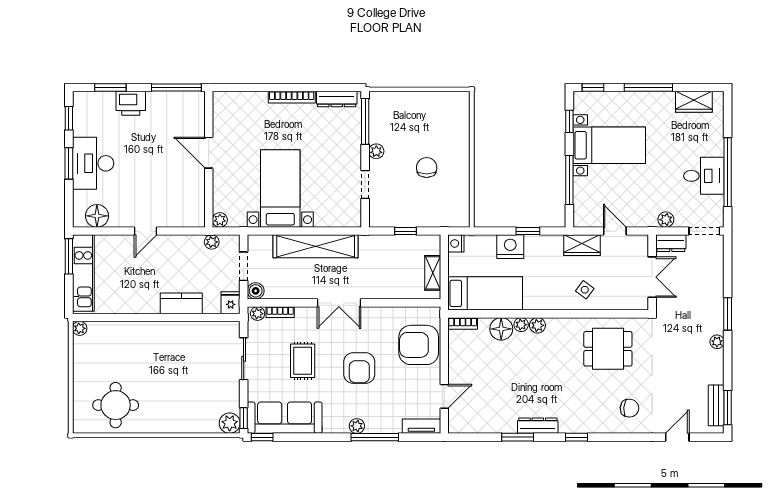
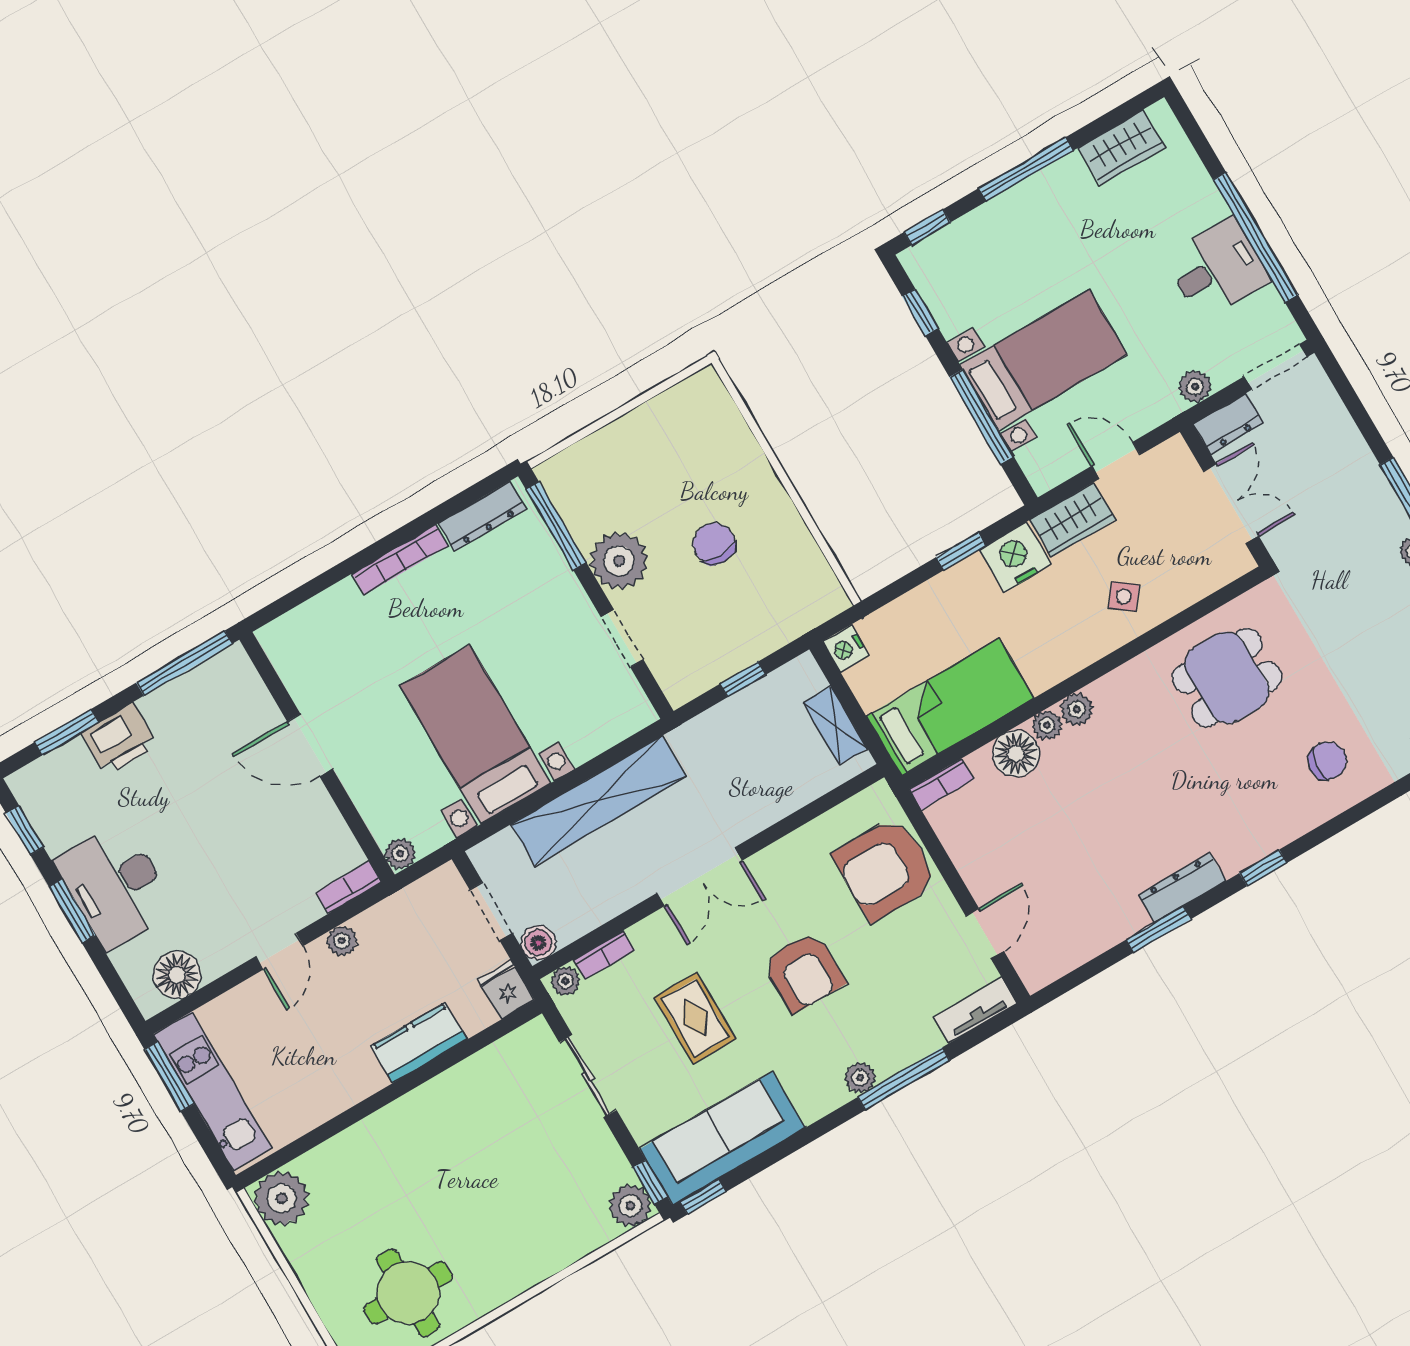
bed with nightstands: (609, 145) -> (1044, 360), moved
plant: (376, 151) -> (619, 561), width x1.87, depth x1.87
bookcase: (190, 221) -> (349, 887), added
plant: (212, 242) -> (342, 941), moved
nightstand: (510, 247) -> (1015, 557), moved
plant: (80, 328) -> (282, 1198), width x1.88, depth x1.88

